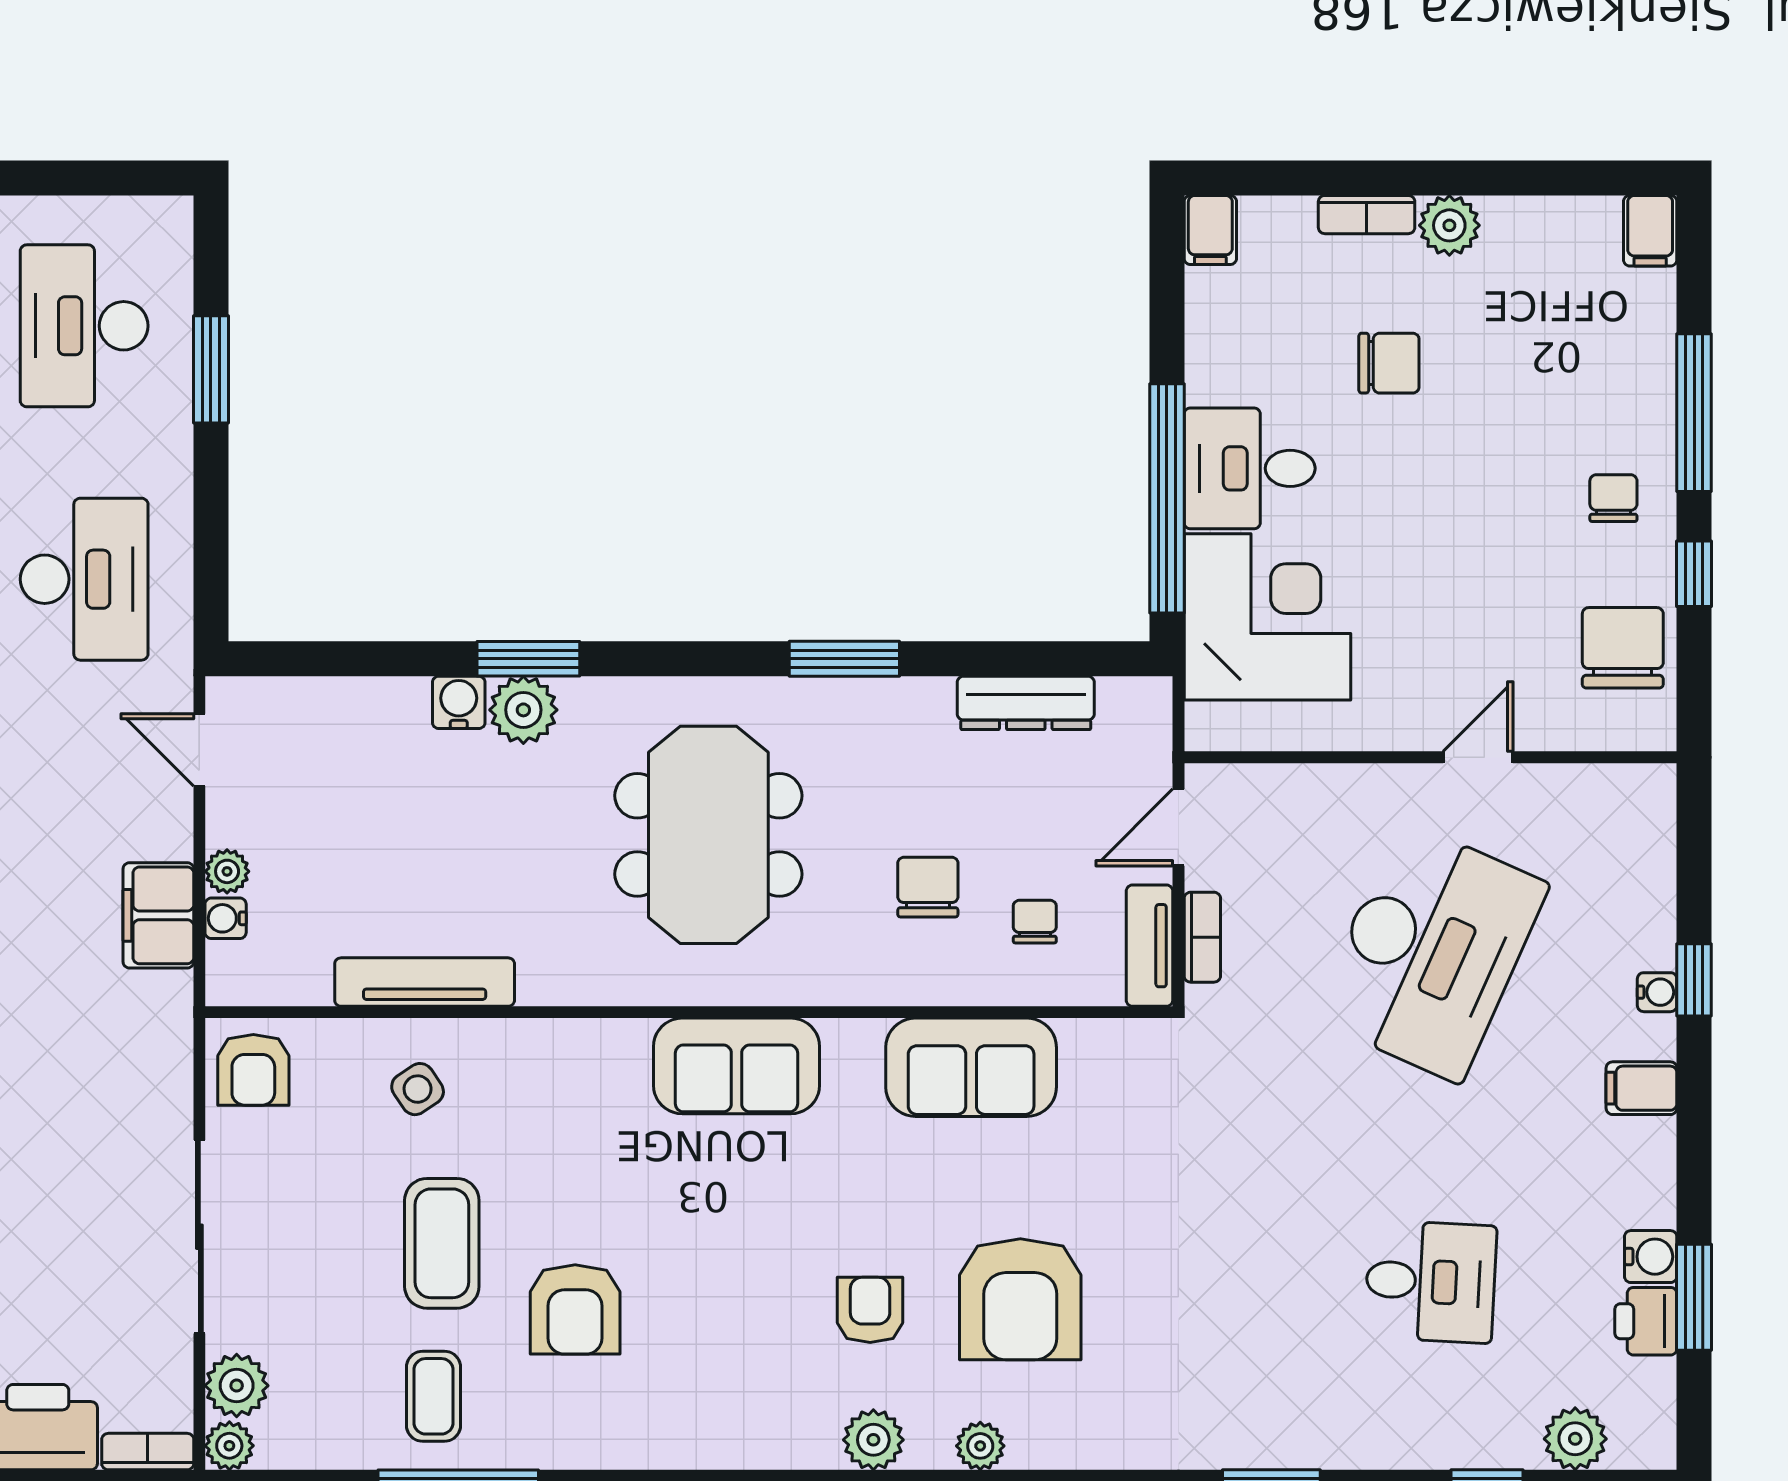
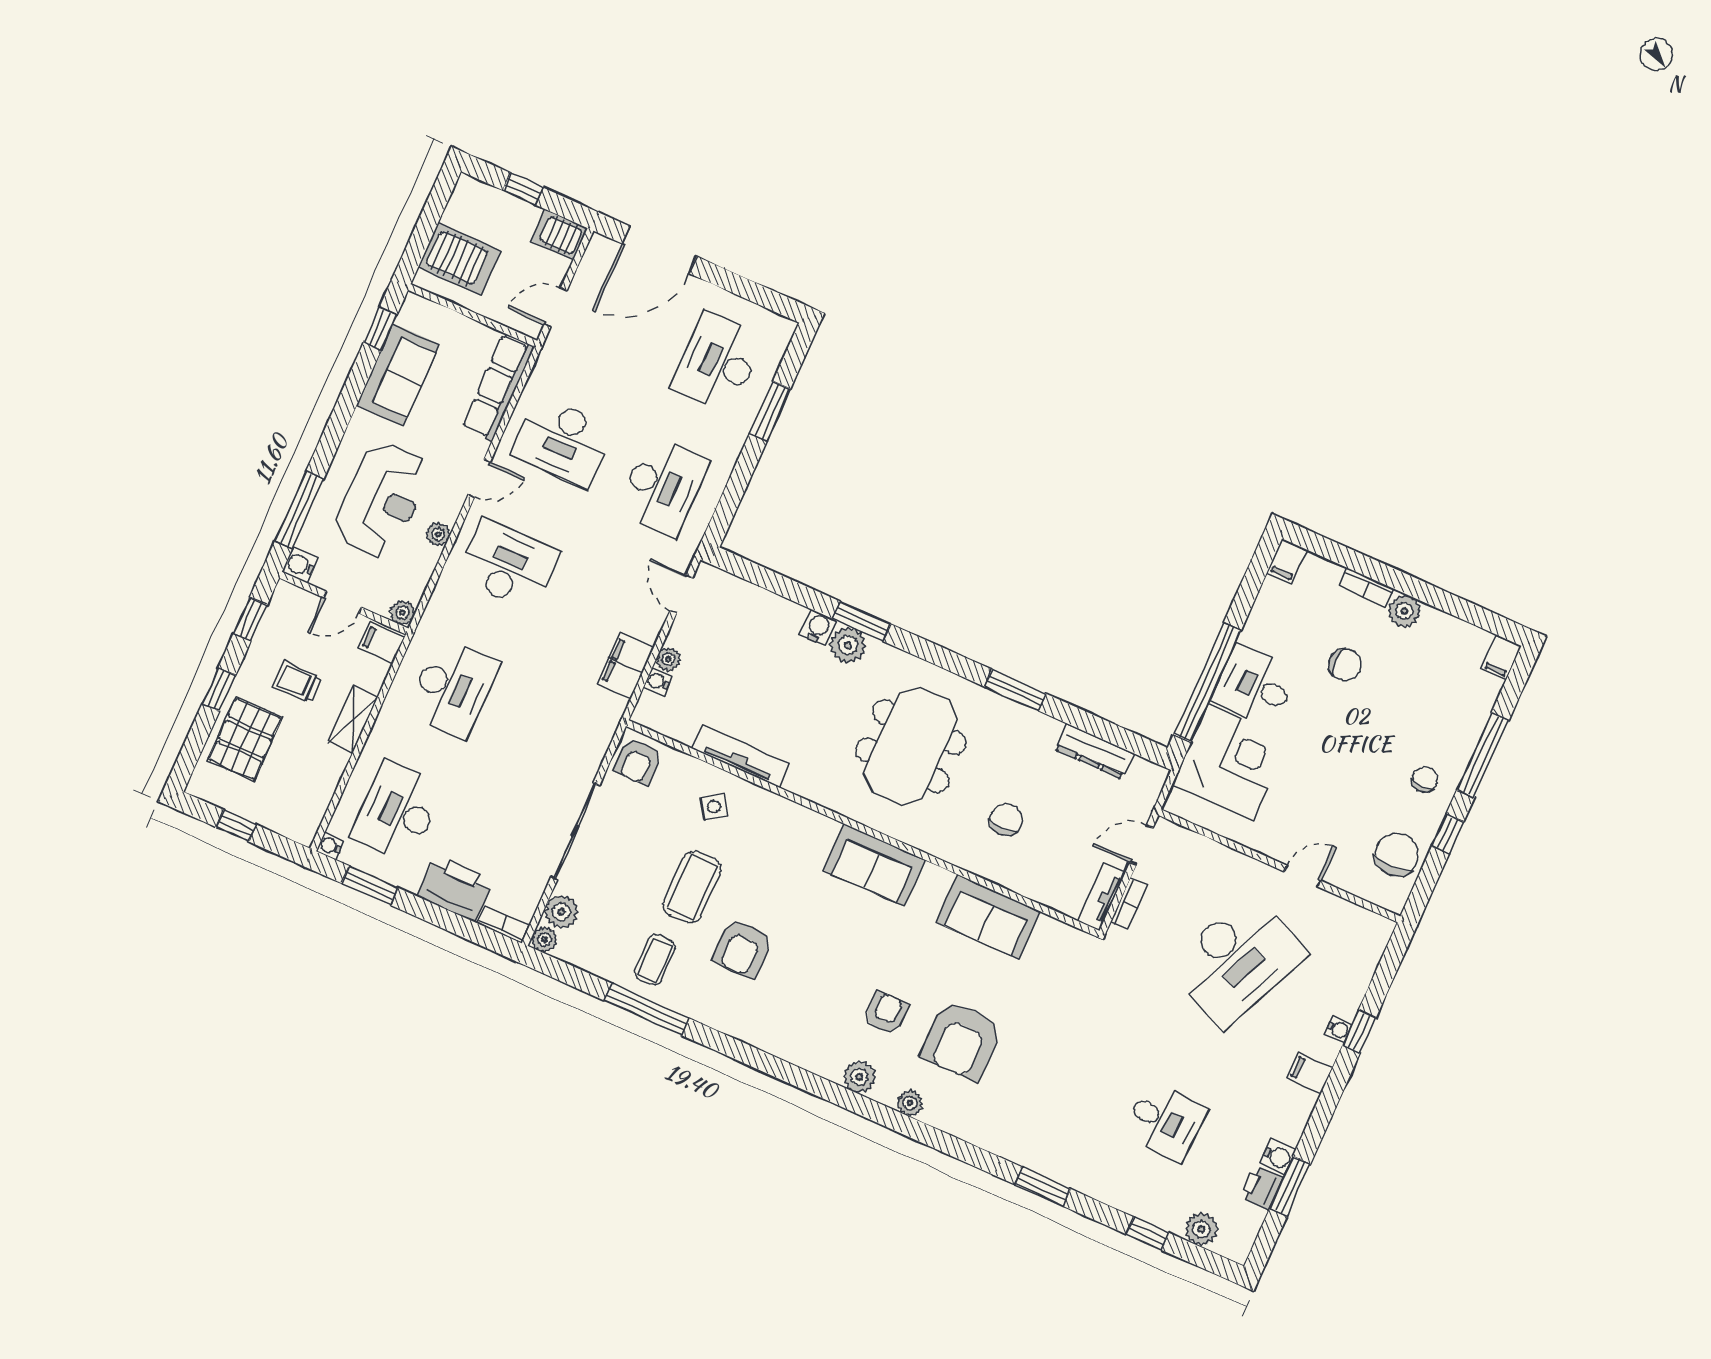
chair: (1035, 922) -> (1051, 860), removed

